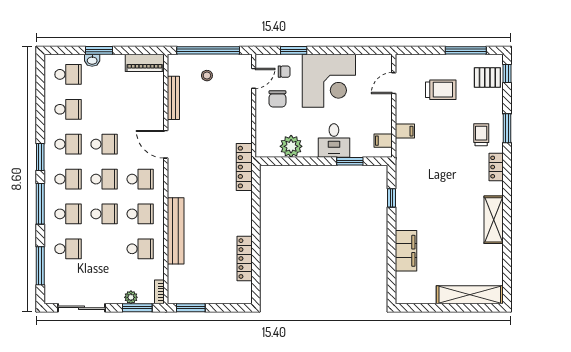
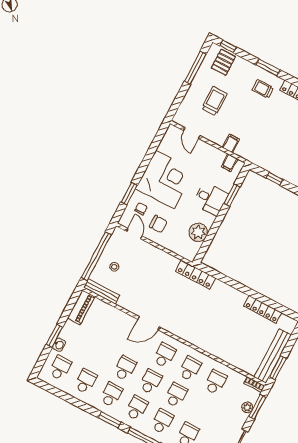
bench: (173, 98) -> (102, 291), moved
bench: (176, 231) -> (273, 356), moved, turned 90

